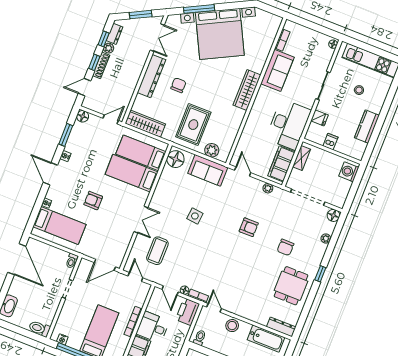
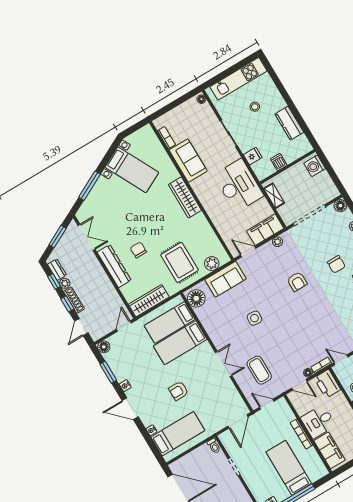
bed with nightstands: (220, 34) -> (132, 170), width x0.54
filing cabinet: (281, 164) -> (265, 230), moved, turned 90
armchair: (249, 227) -> (297, 282), turned 90

